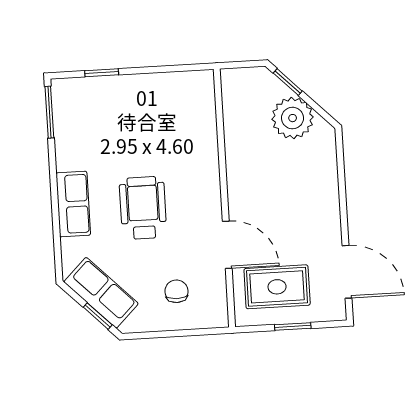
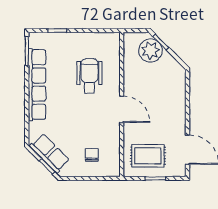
plant: (293, 118) -> (150, 50), moved
row of seats: (73, 204) -> (37, 85), width x2.02
wheelchair: (143, 208) -> (89, 76), moved
door: (227, 245) -> (122, 109), moved

